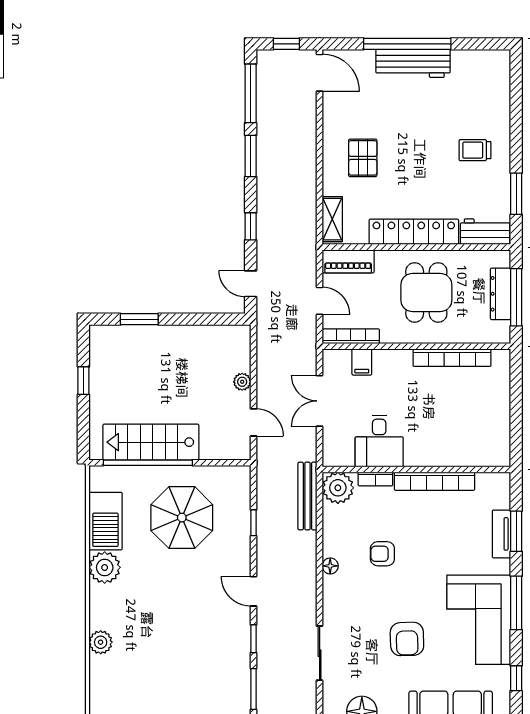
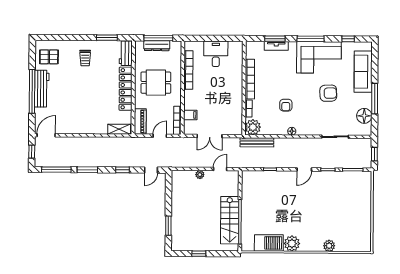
pallet: (363, 158) -> (49, 57), moved
desk: (379, 441) -> (216, 54), moved, turned -90
parasol: (182, 518) -> (267, 205), removed

